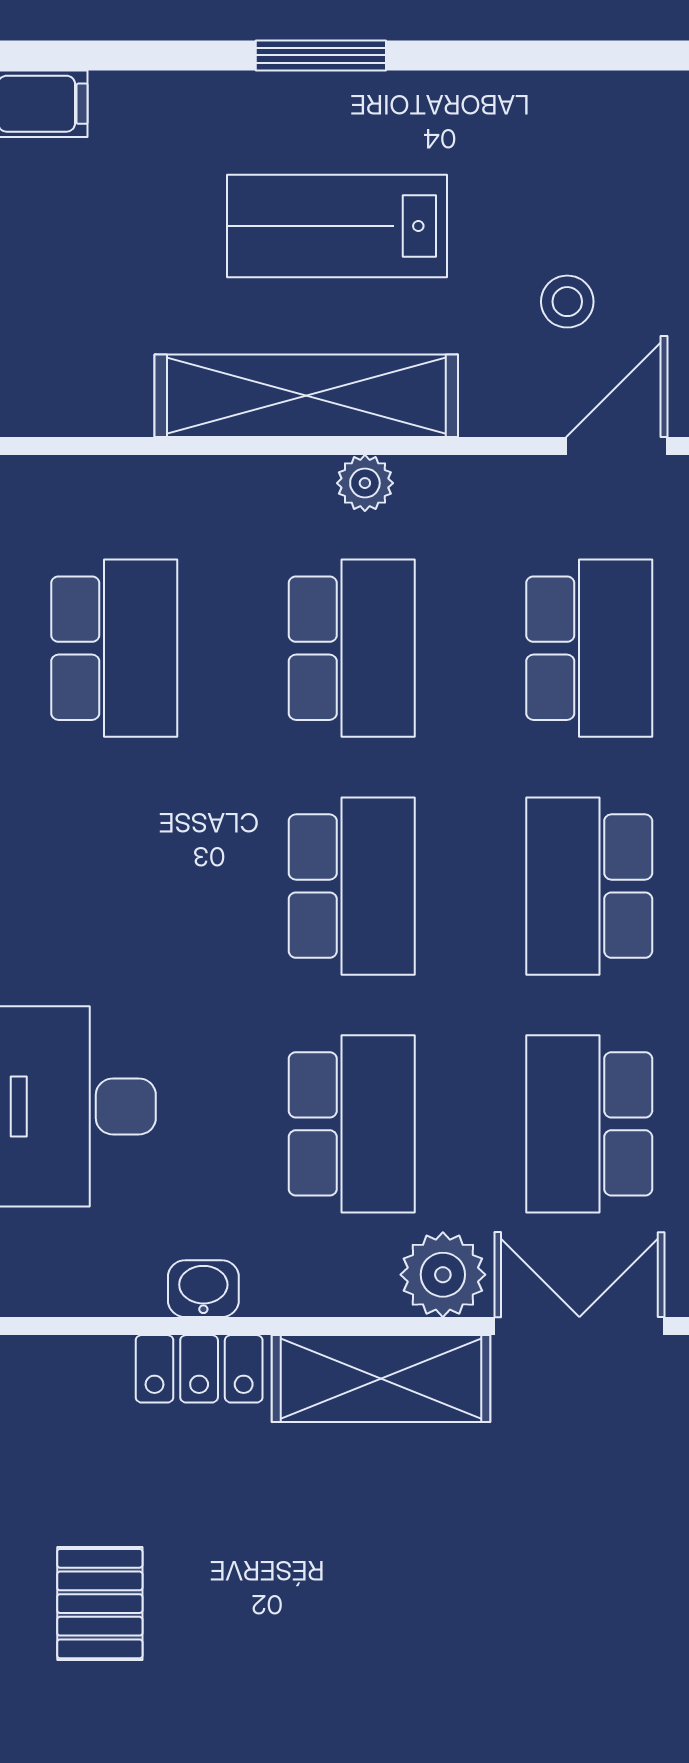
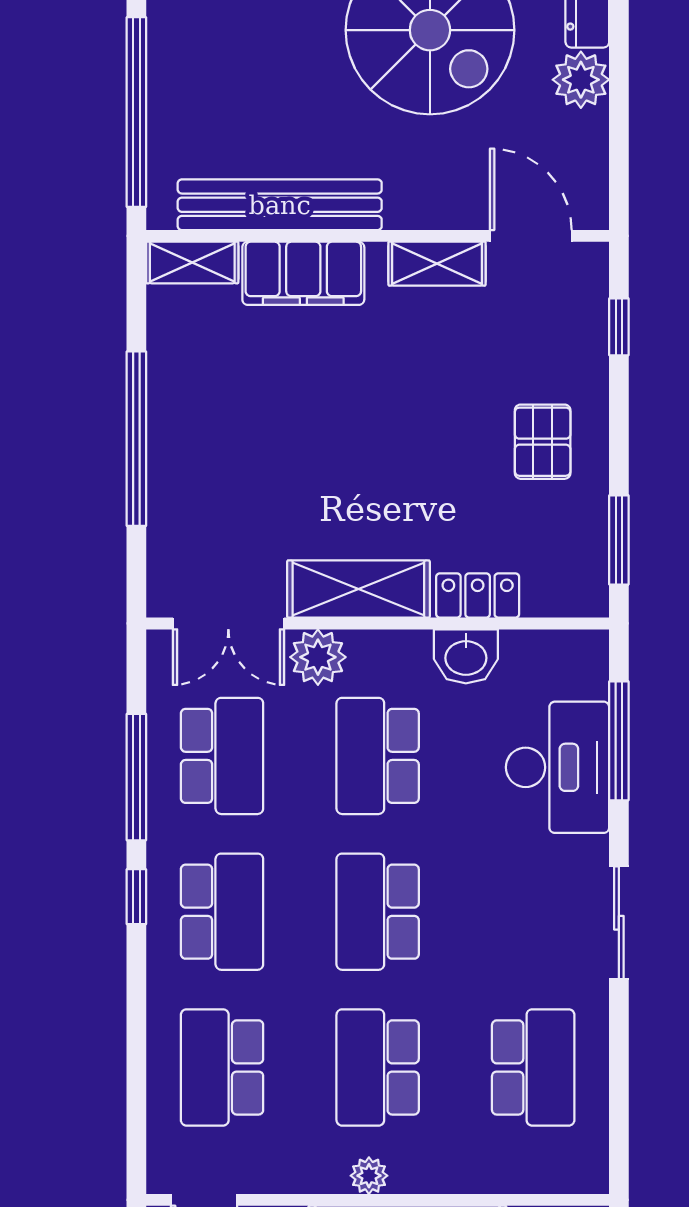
school desk: (114, 648) -> (533, 1067), turned 180
washbasin: (203, 1289) -> (466, 656), width x1.38, depth x1.45

